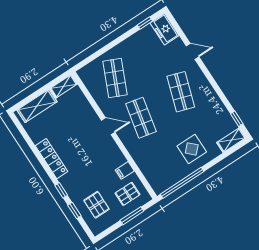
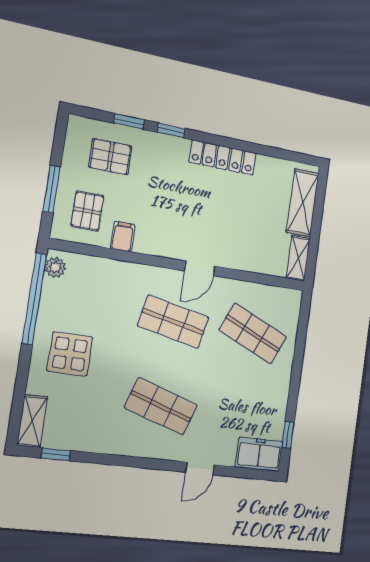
plant: (162, 186) -> (55, 267), added

